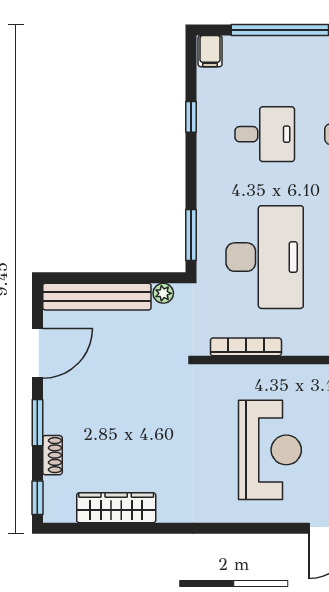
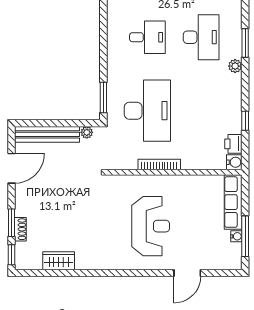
window: (191, 117) -> (103, 27), removed
bookcase: (246, 347) -> (159, 164), moved
window: (37, 423) -> (12, 223), moved
wardrobe: (116, 508) -> (59, 261), width x0.67

